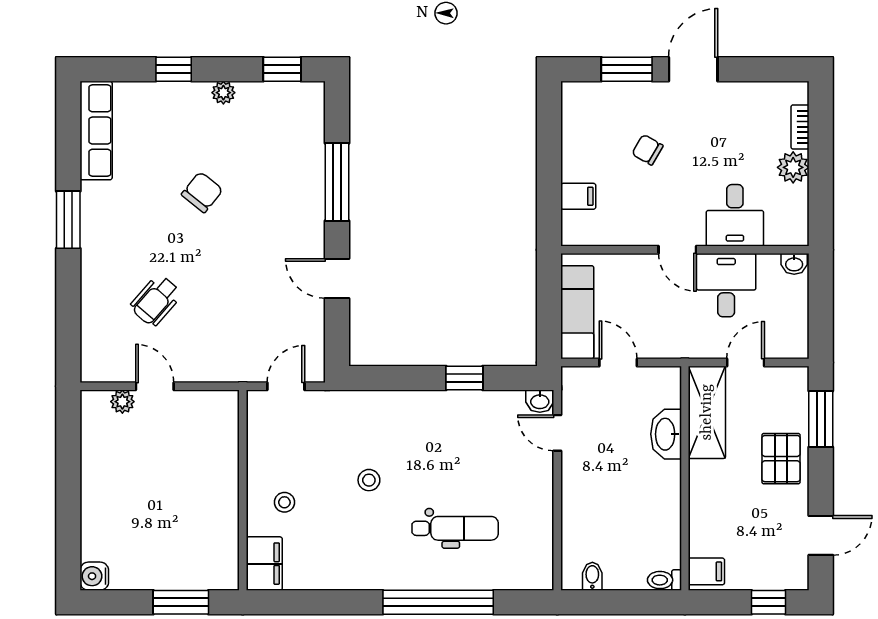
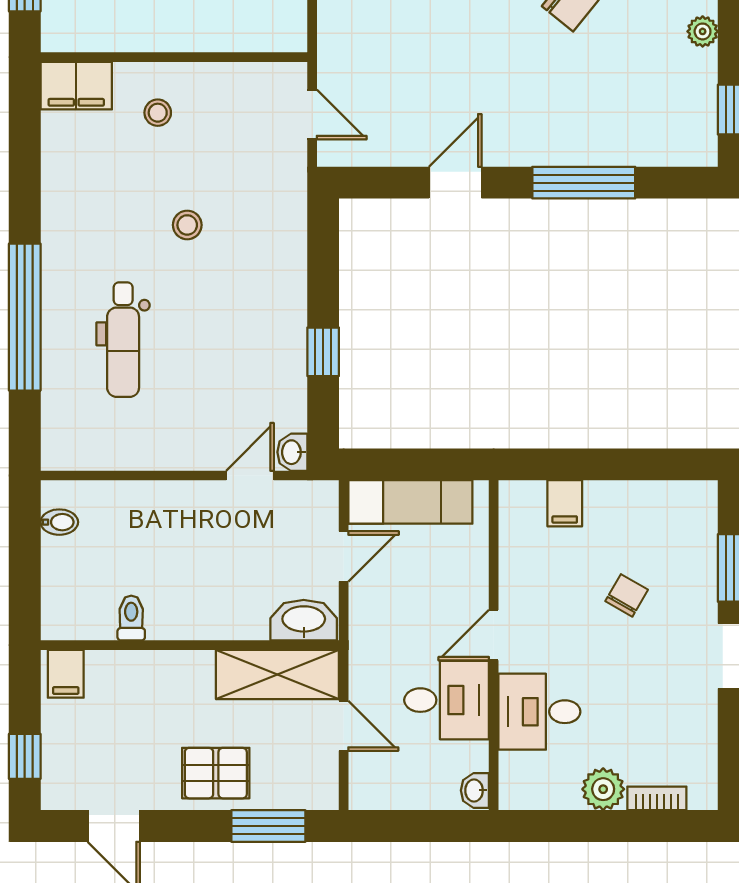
washbasin: (666, 434) -> (304, 620), moved
toilet: (664, 580) -> (131, 618), moved

